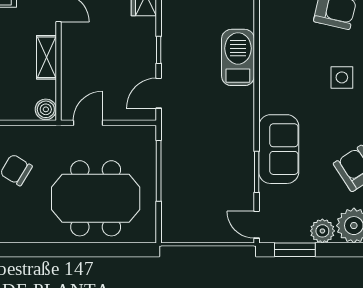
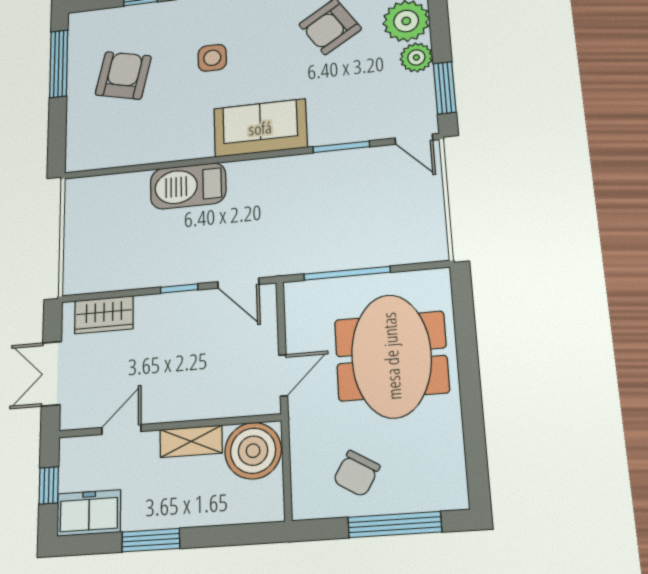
boiler: (46, 109) -> (253, 451), width x1.86, depth x1.86
door: (88, 123) -> (283, 375), swing flipped
sofa: (279, 149) -> (260, 128), moved
door: (257, 225) -> (414, 139), hinge flipped

